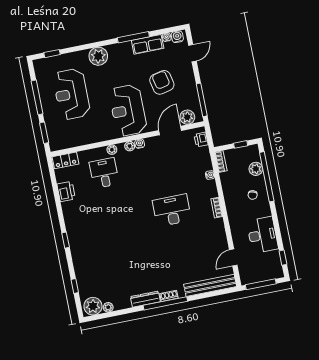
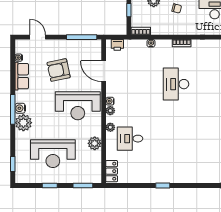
window: (133, 37) -> (13, 109), moved
water cooler: (177, 37) -> (20, 108), moved
window: (37, 97) -> (50, 185), width x0.46
plant: (187, 117) -> (95, 143), moved
printer: (66, 191) -> (140, 176), removed
window: (66, 240) -> (163, 185), moved

